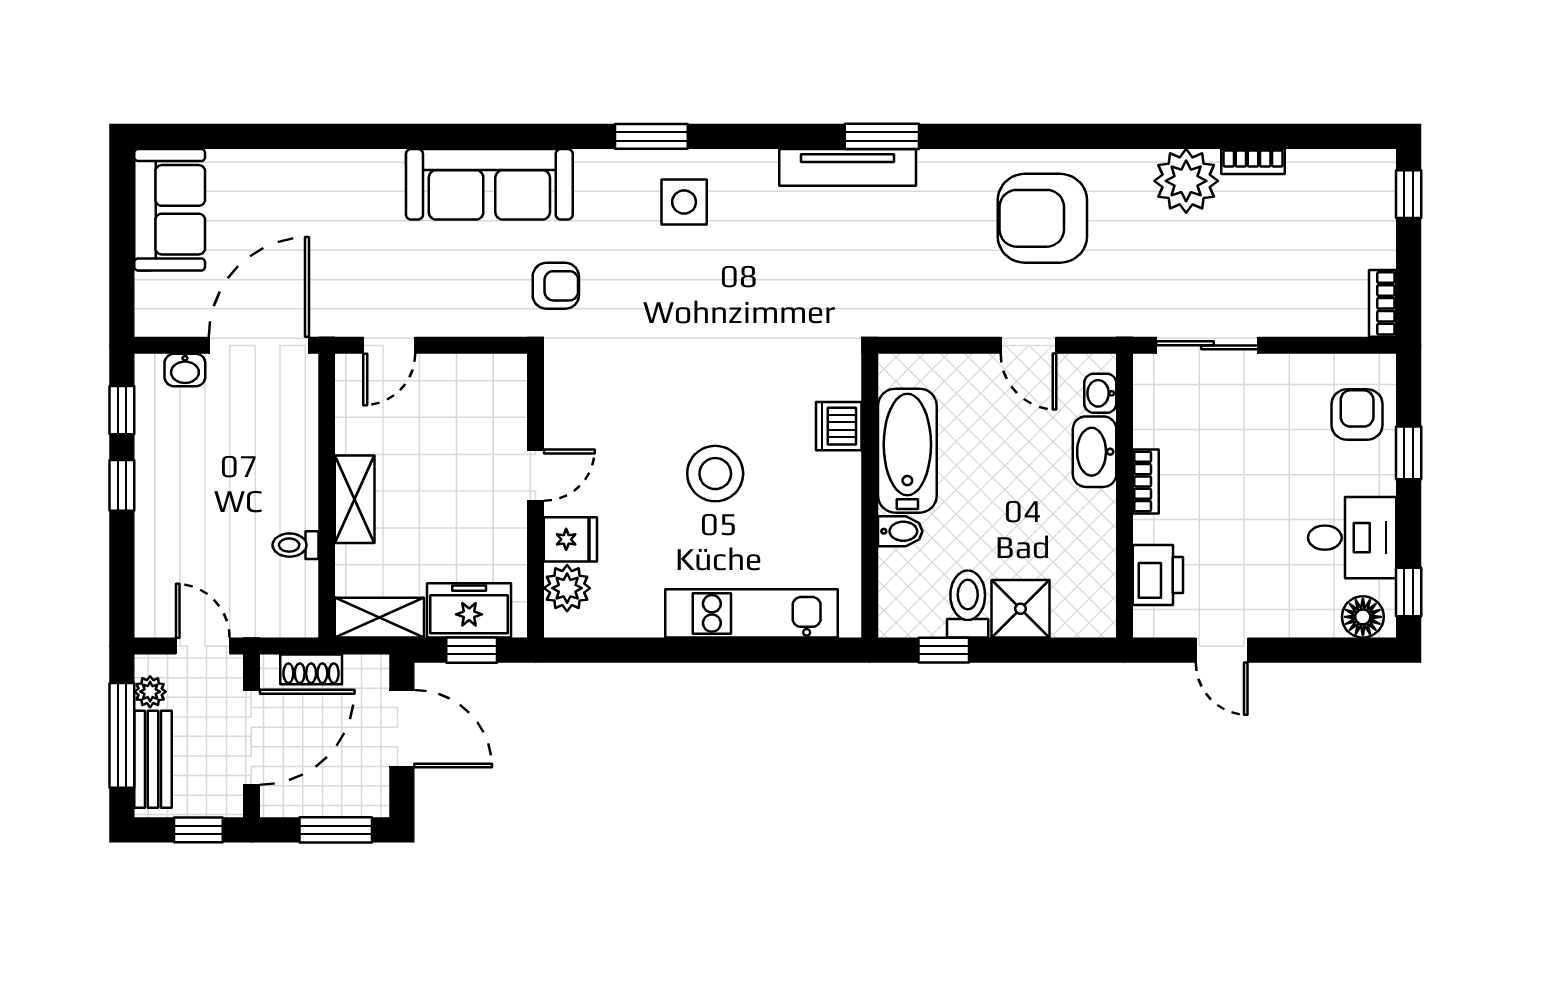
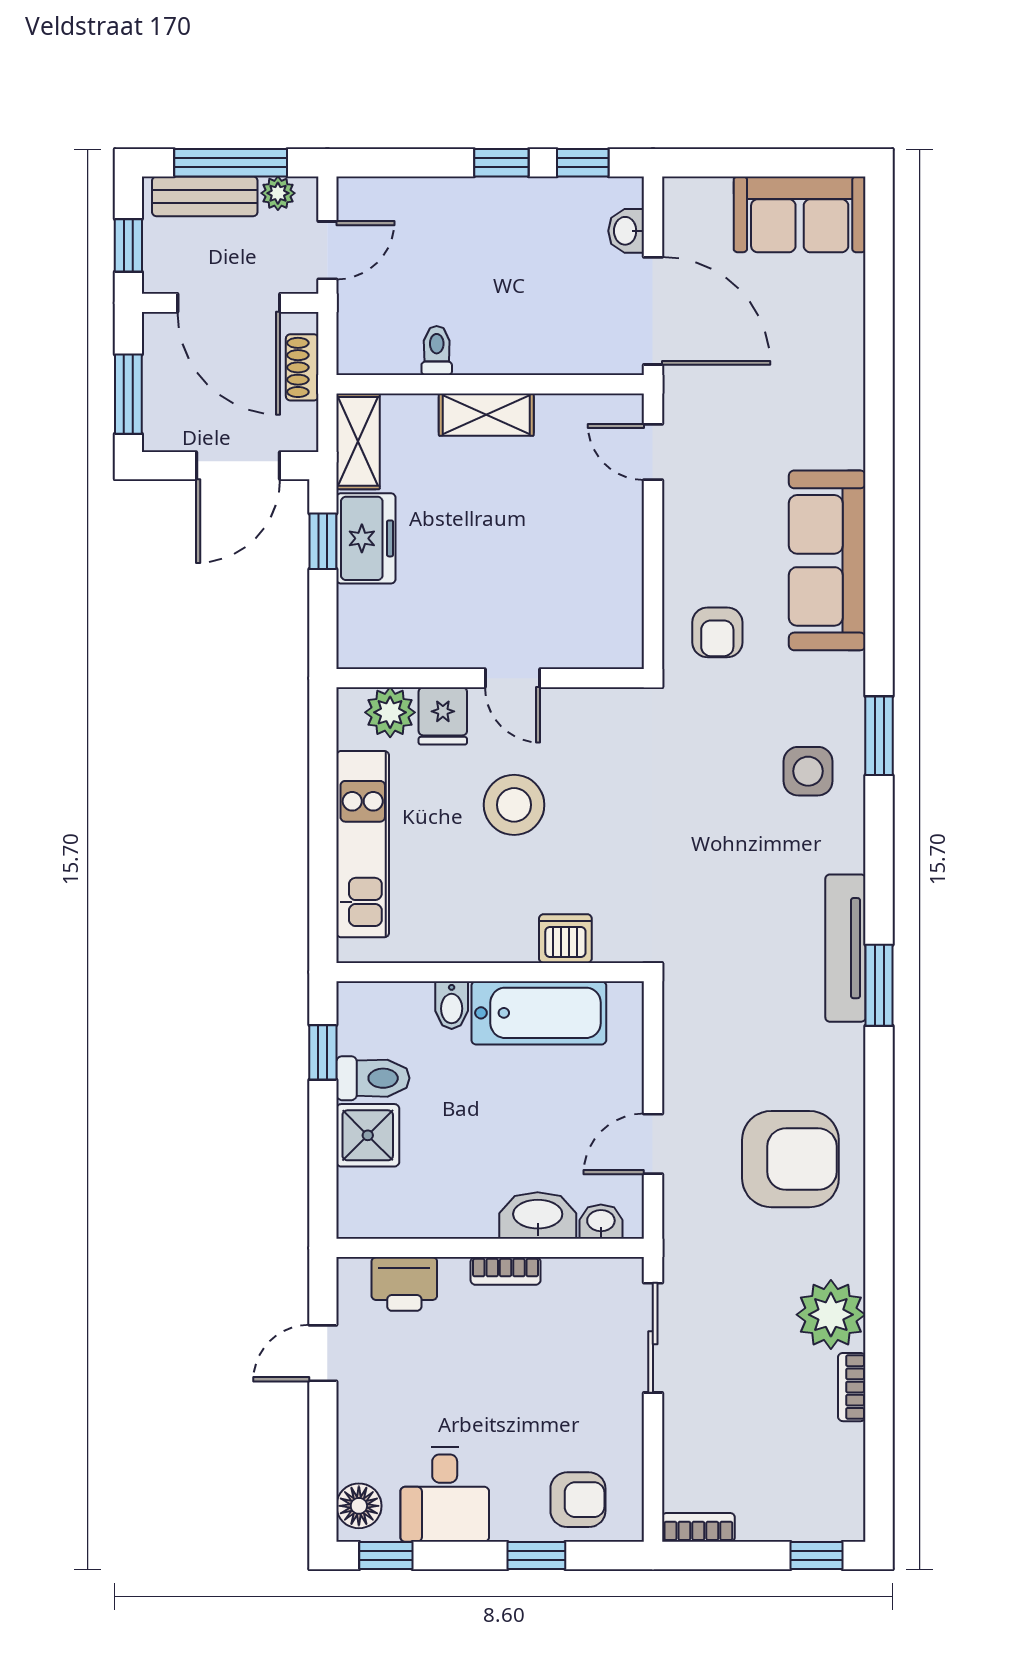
armchair: (1042, 218) -> (790, 1159), turned 90
door: (536, 475) -> (512, 678), moved
wall: (536, 496) -> (490, 678), moved
fridge: (570, 539) -> (443, 716), moved
plant: (567, 588) -> (390, 712), moved

